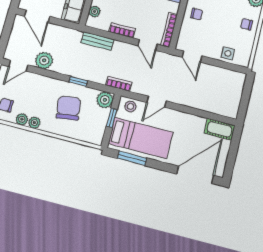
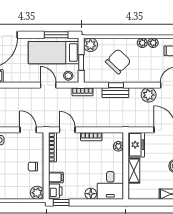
bench: (97, 41) -> (115, 93), moved
plant: (105, 100) -> (90, 45), moved
door: (156, 102) -> (48, 85), hinge flipped
chair: (68, 108) -> (118, 61), turned -128

